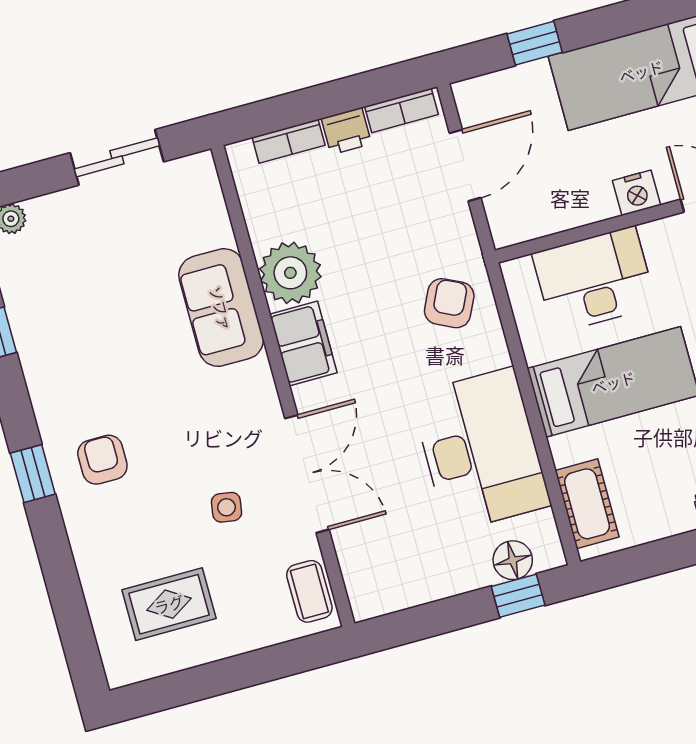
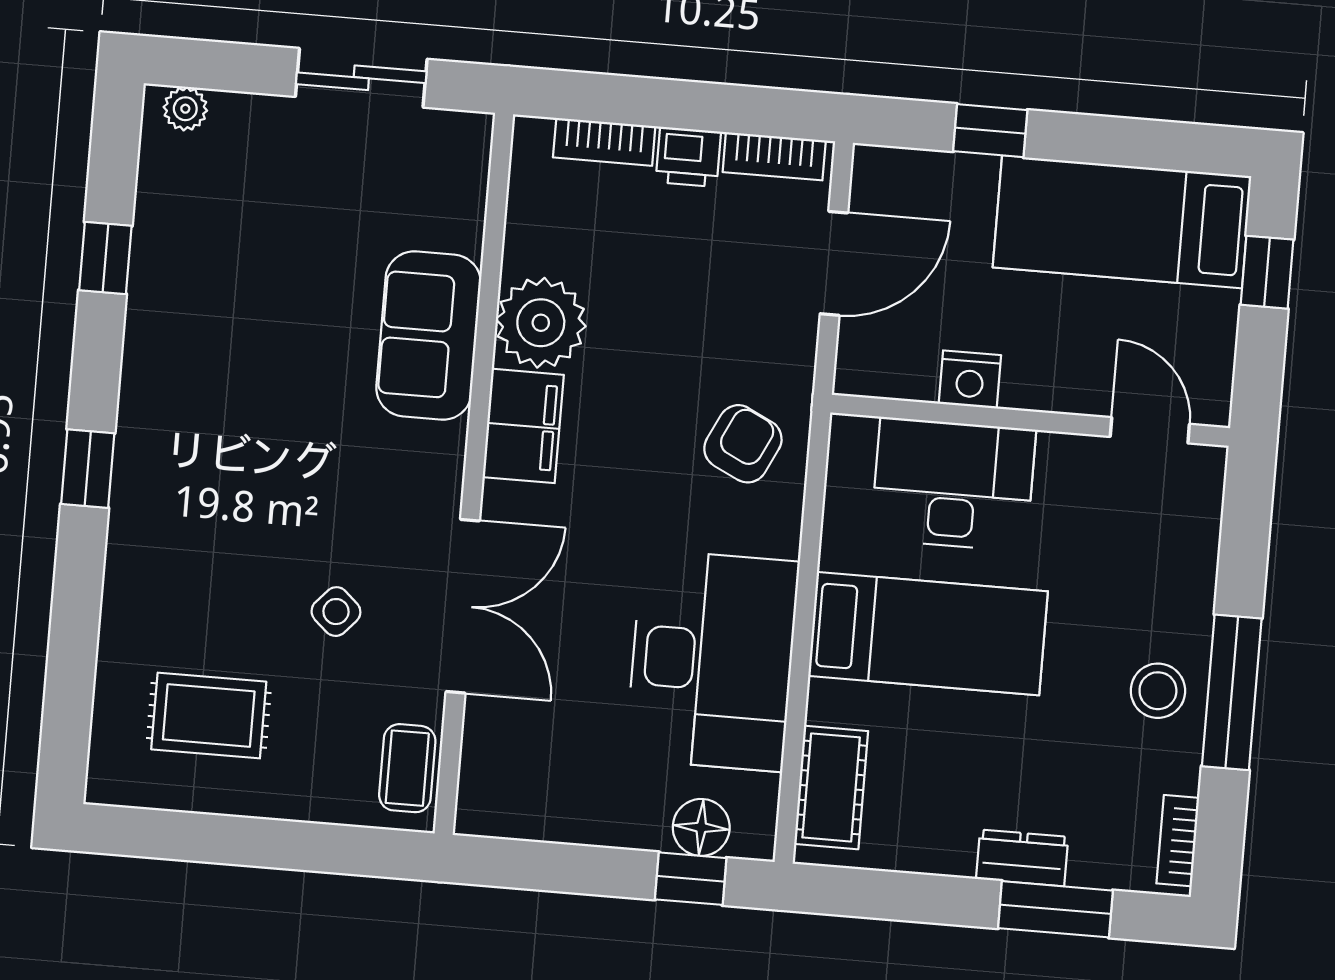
nightstand: (637, 193) -> (970, 379), moved
armchair: (102, 460) -> (190, 484), removed
side table: (226, 507) -> (336, 612), turned 33

